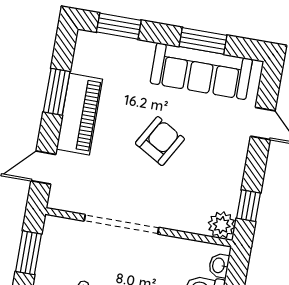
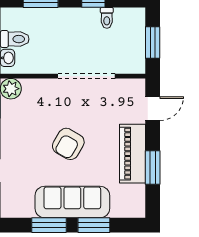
window: (119, 26) -> (94, 225), moved
sofa: (201, 71) -> (72, 202), moved

